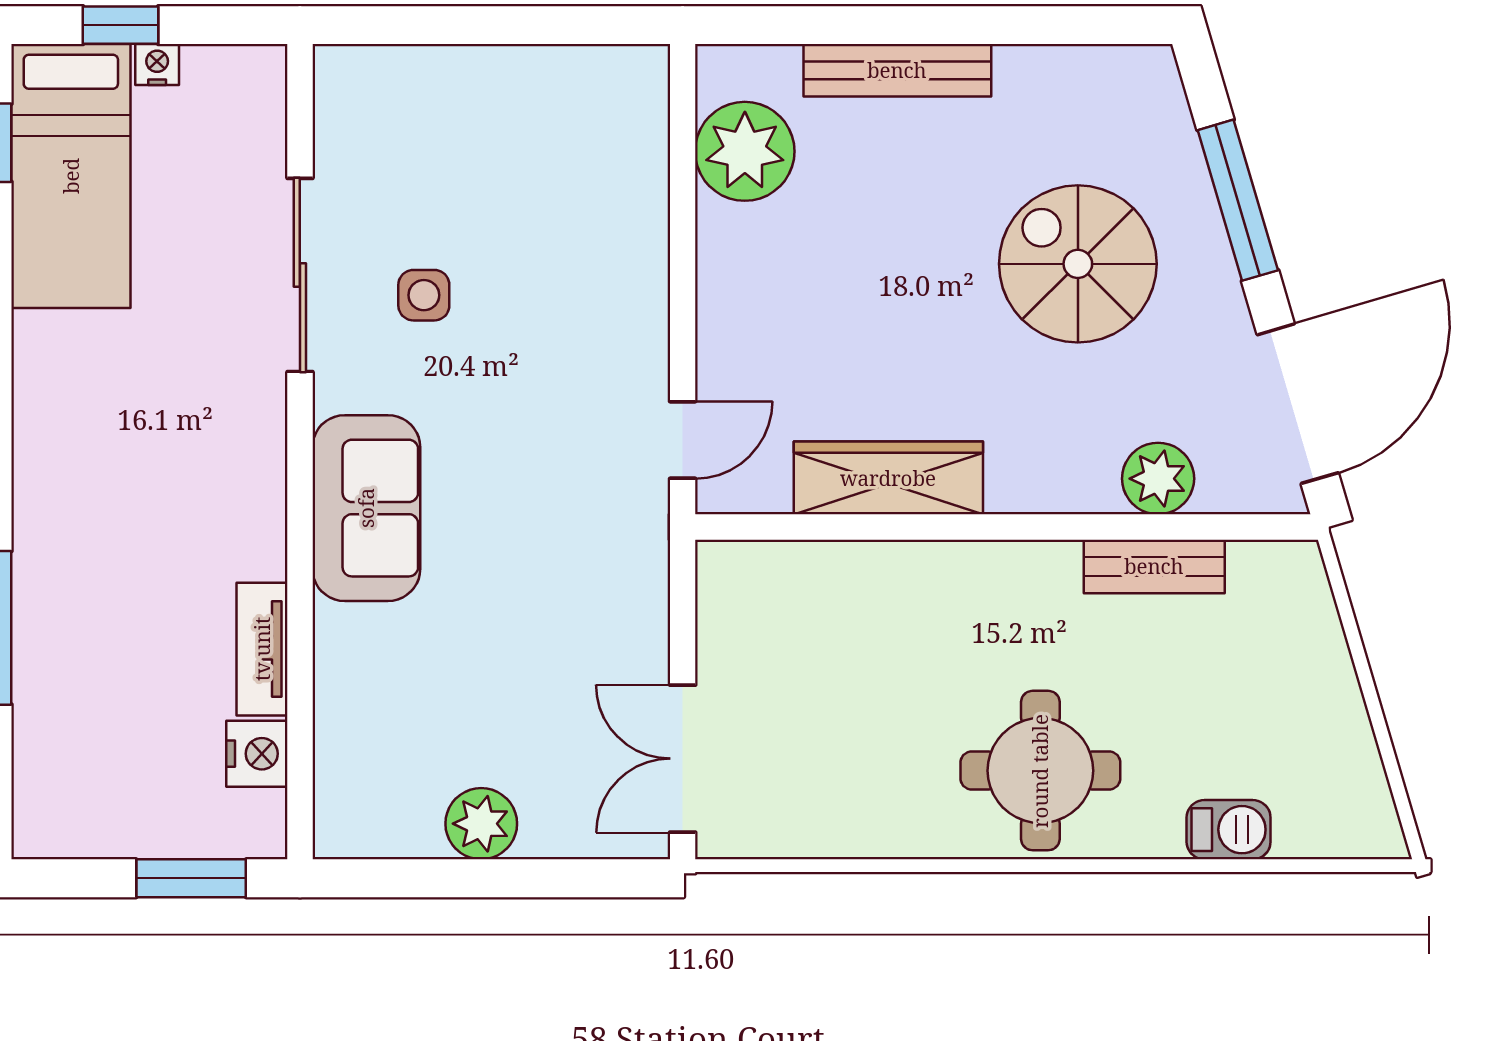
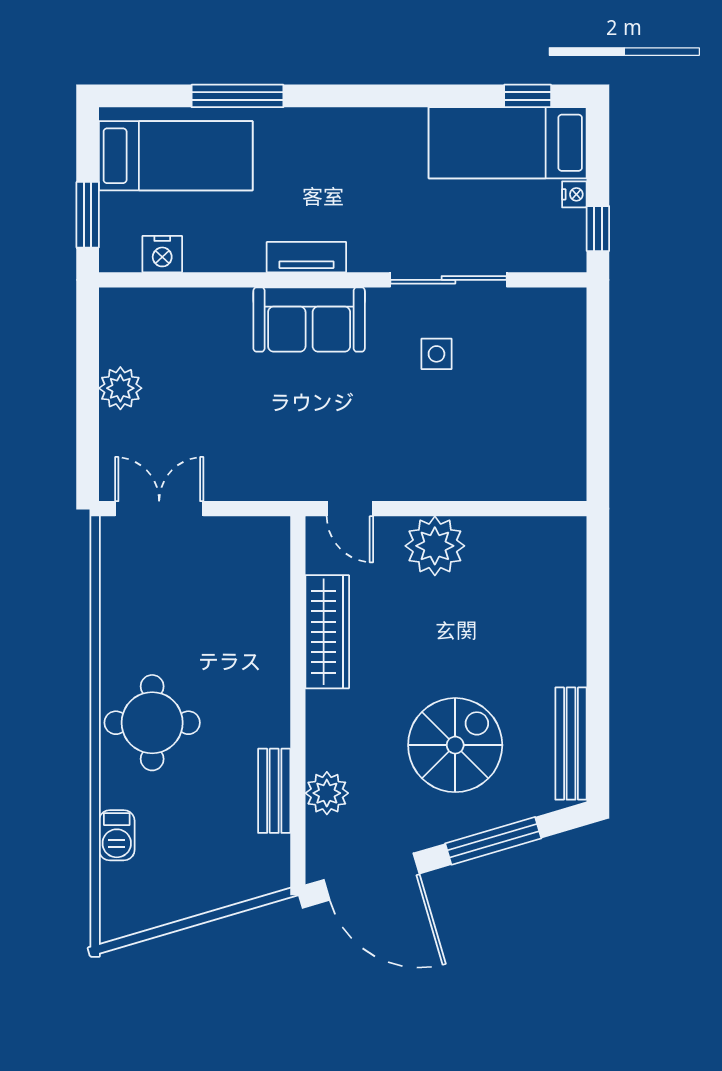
window: (121, 25) -> (598, 229), moved
bench: (897, 70) -> (571, 744), moved
plant: (745, 151) -> (435, 546), moved
tv unit: (262, 649) -> (306, 257), moved
bed: (93, 731) -> (176, 156), added

